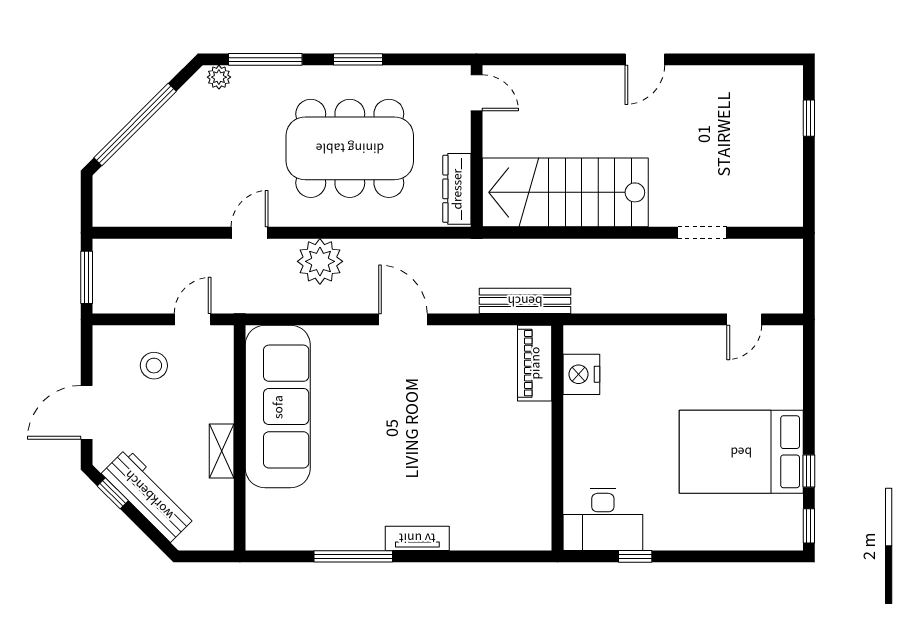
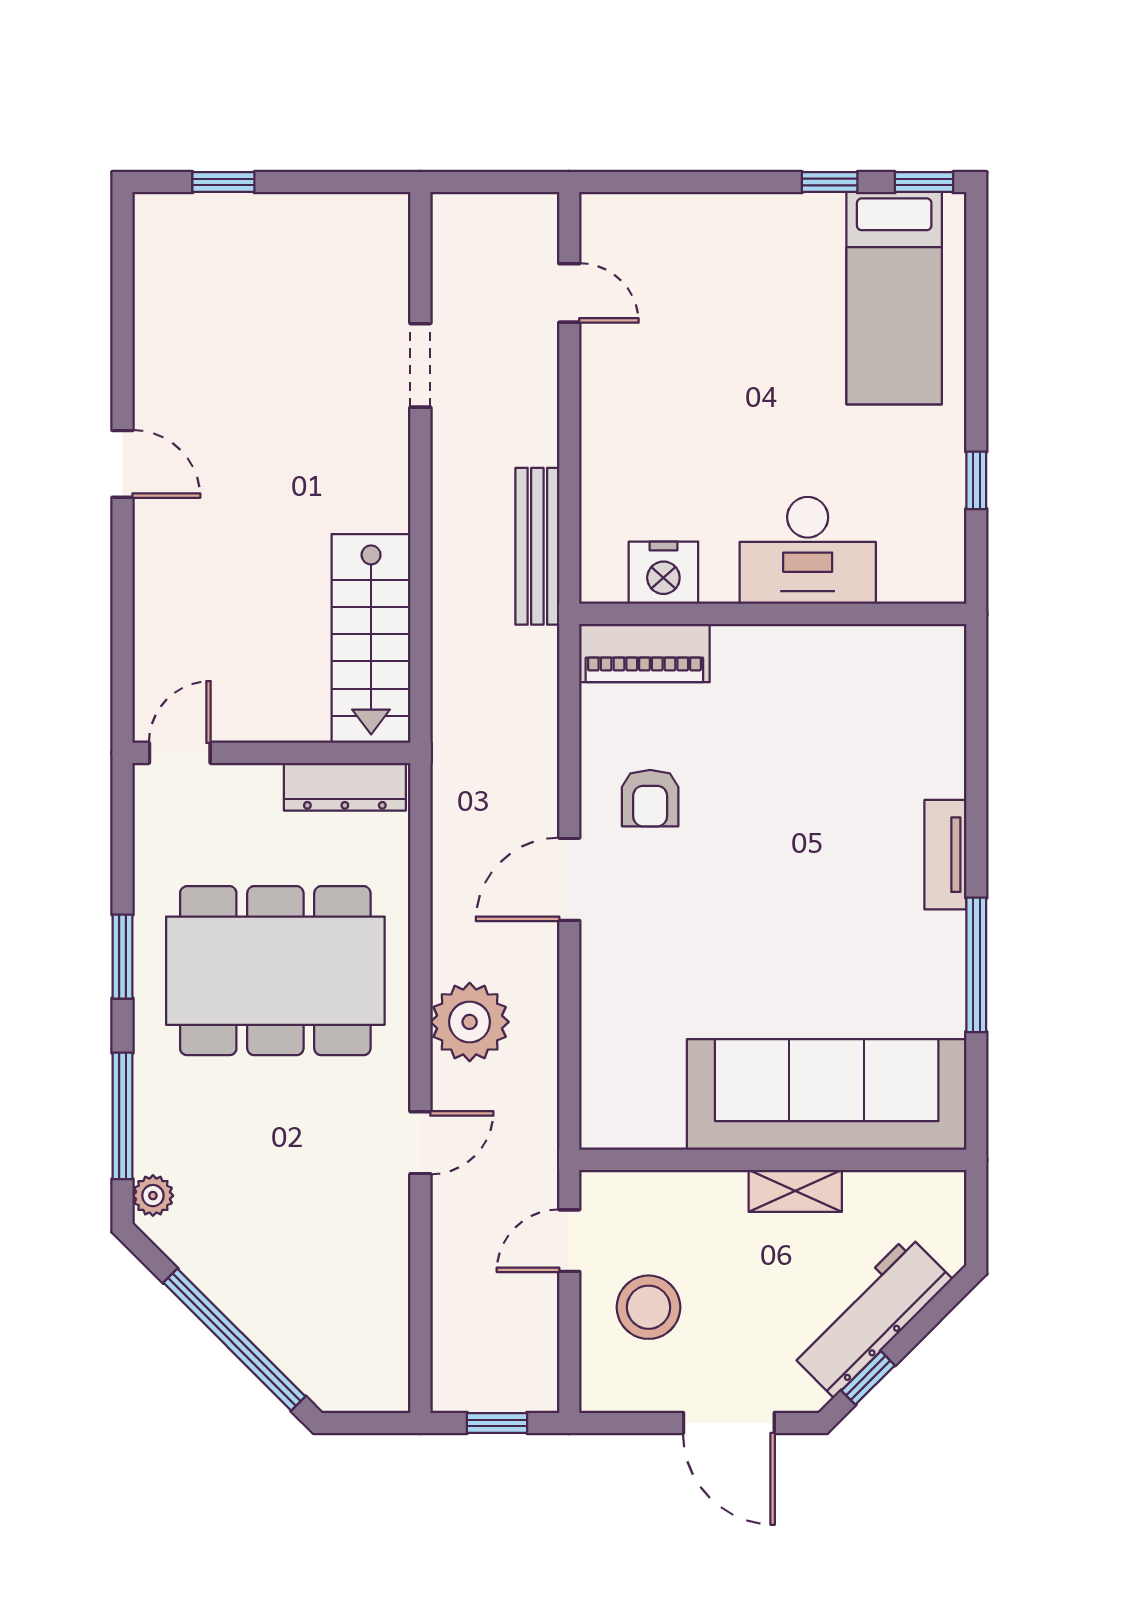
dining table: (350, 148) -> (275, 971), turned 90
stairs: (565, 192) -> (371, 638), width x0.73, depth x0.66
door: (250, 233) -> (420, 1143), swing flipped
window: (87, 277) -> (497, 1423), width x0.67
bench: (525, 301) -> (537, 546), moved
door: (193, 319) -> (569, 1241), hinge flipped
stool: (154, 366) -> (649, 1307), width x1.38, depth x1.38
armchair: (450, 366) -> (650, 798), added
sofa: (278, 407) -> (827, 1094), moved
bed: (741, 452) -> (894, 298), moved, width x0.67
desk: (603, 519) -> (808, 550), moved, turned 90

